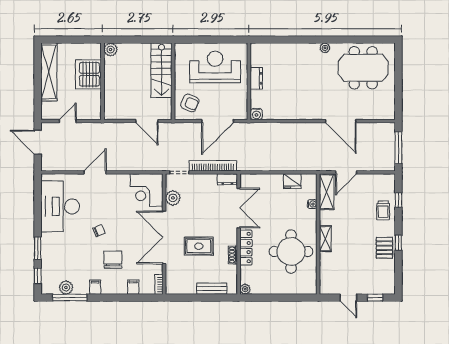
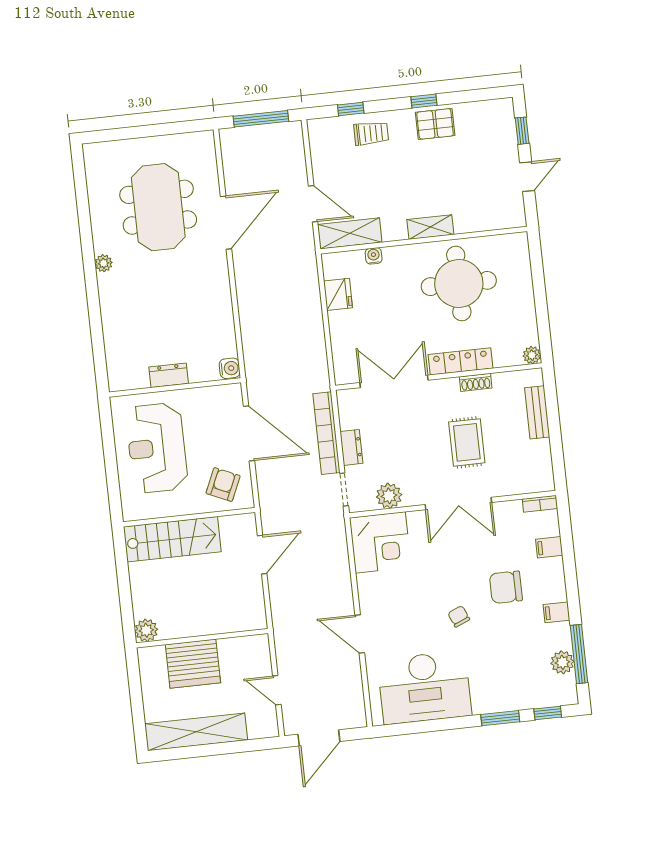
meeting table: (363, 68) -> (158, 207), moved
dresser: (227, 179) -> (351, 447), moved
double door: (164, 237) -> (458, 503), width x0.73

